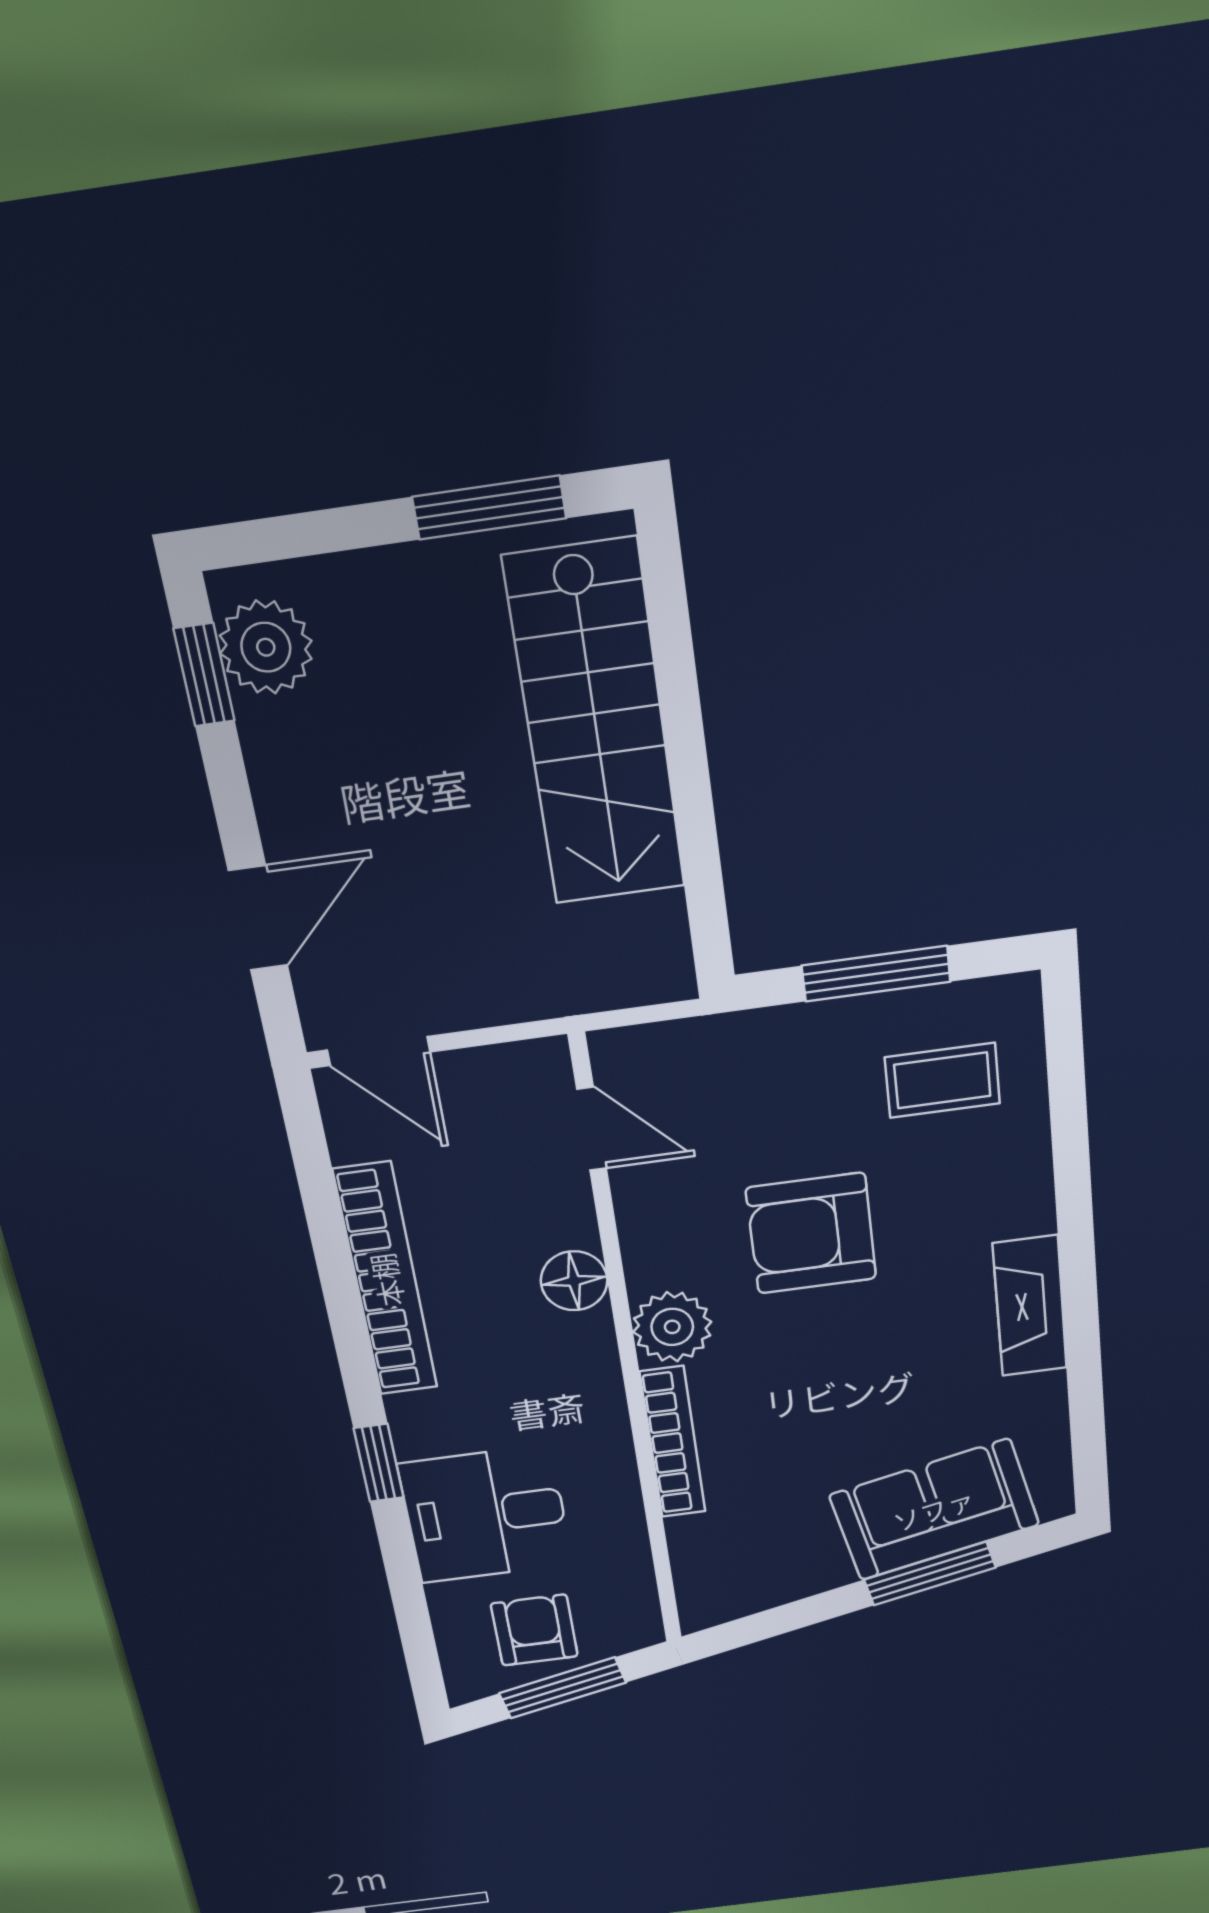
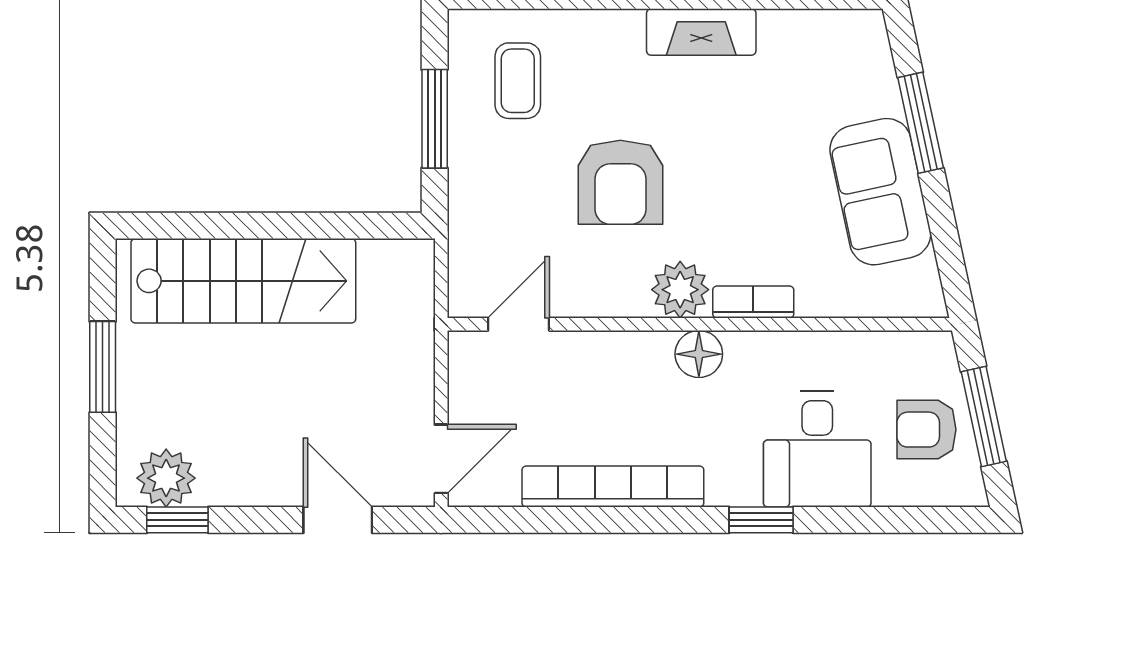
window: (489, 508) -> (103, 367), moved
floor lamp: (574, 1281) -> (699, 354), moved
bookcase: (673, 1442) -> (753, 302), width x0.64
sofa: (934, 1510) -> (880, 192), moved

